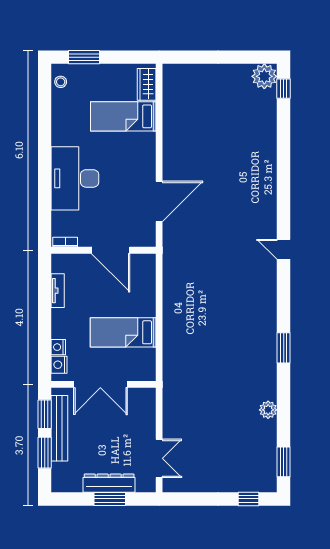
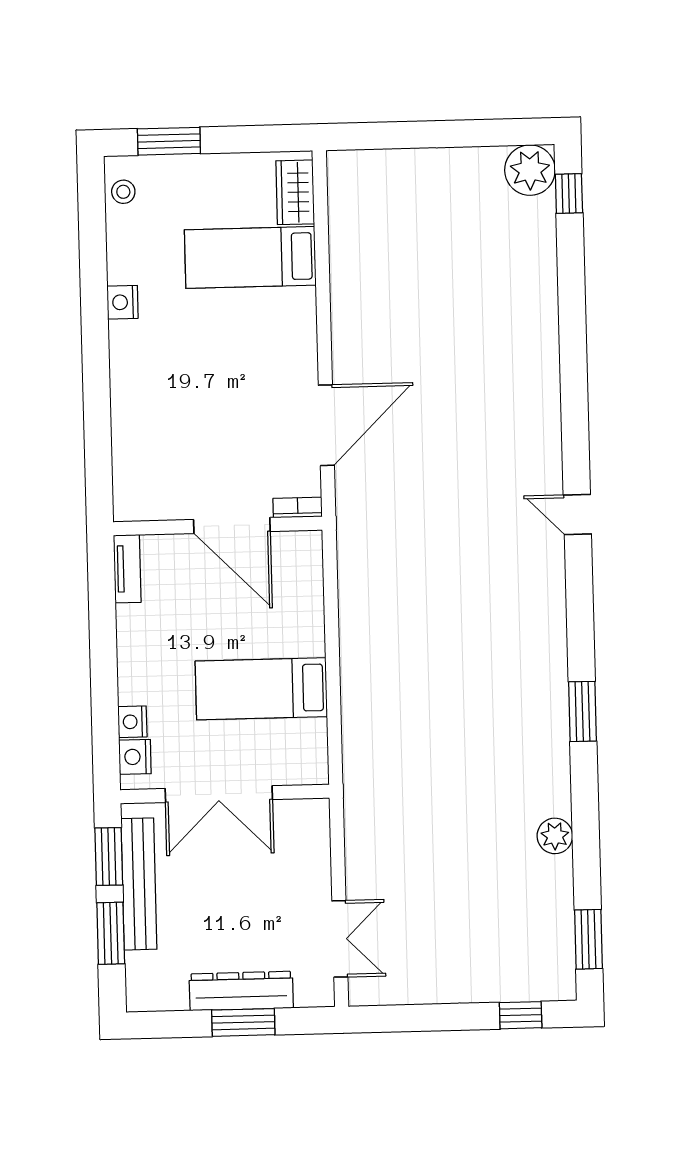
nightstand: (59, 137) -> (122, 302), added
desk: (75, 178) -> (157, 384), removed
bookcase: (65, 242) -> (298, 507), moved
tv unit: (58, 291) -> (127, 569), moved

